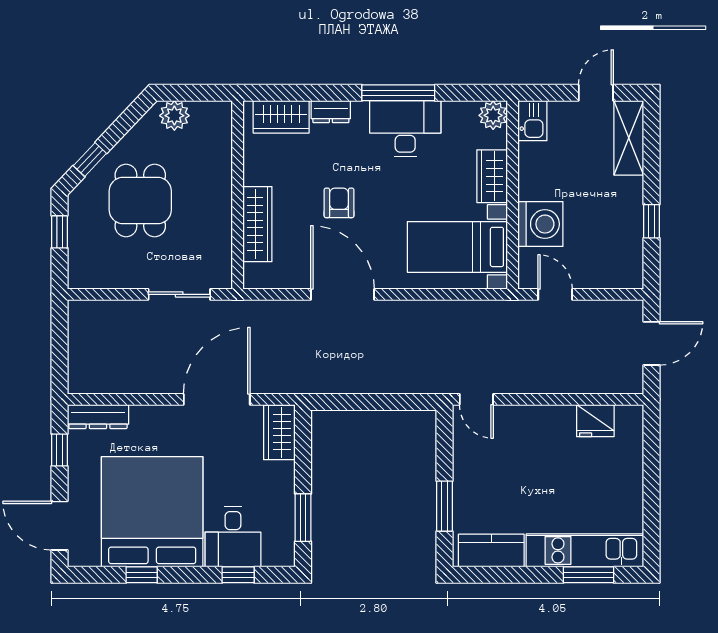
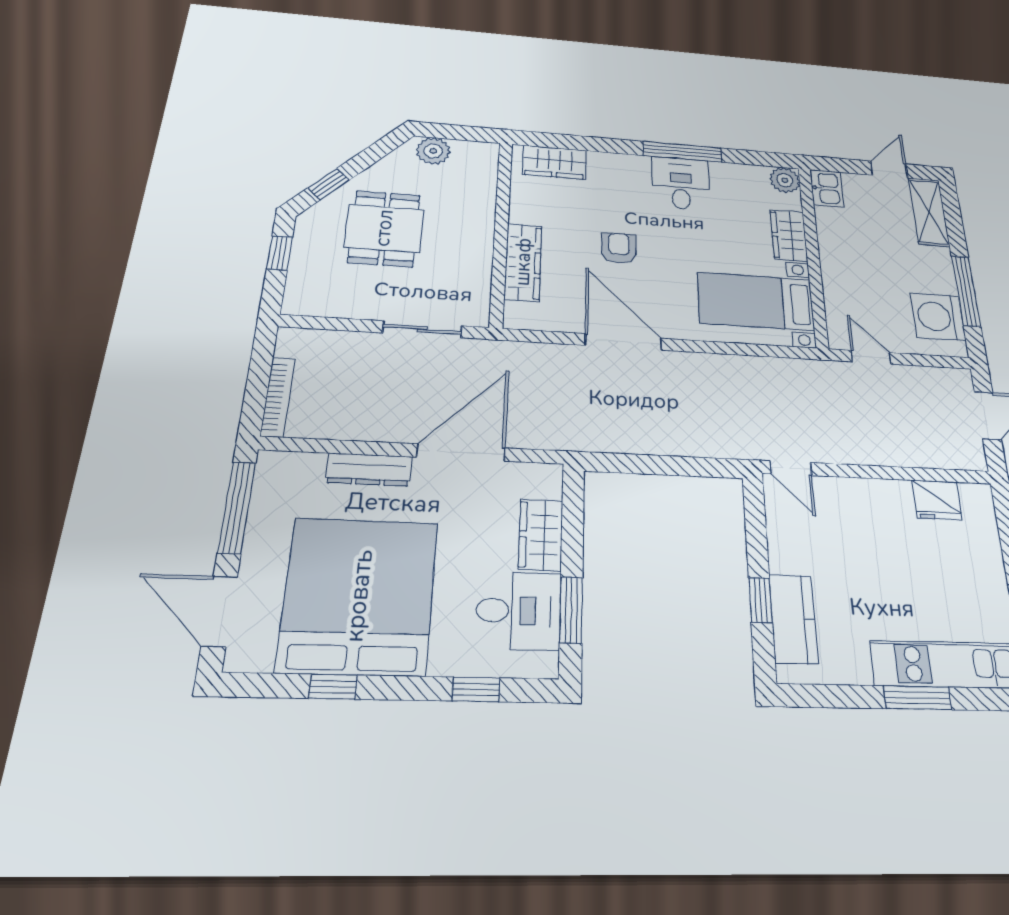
dresser: (331, 112) -> (610, 162), removed
desk: (405, 129) -> (681, 183), width x0.73
window: (652, 221) -> (966, 291), width x2.17
washing machine: (540, 224) -> (938, 317), moved, turned 180
bookcase: (76, 361) -> (278, 397), added
dresser: (98, 417) -> (369, 470), moved
wardrobe: (279, 432) -> (541, 535), moved
window: (59, 450) -> (237, 507), width x2.17
window: (445, 506) -> (760, 600), width x0.67
desk: (233, 537) -> (518, 611), moved, turned -90
kitchen counter: (491, 551) -> (793, 619), moved, turned 90
window: (589, 575) -> (918, 698), moved

